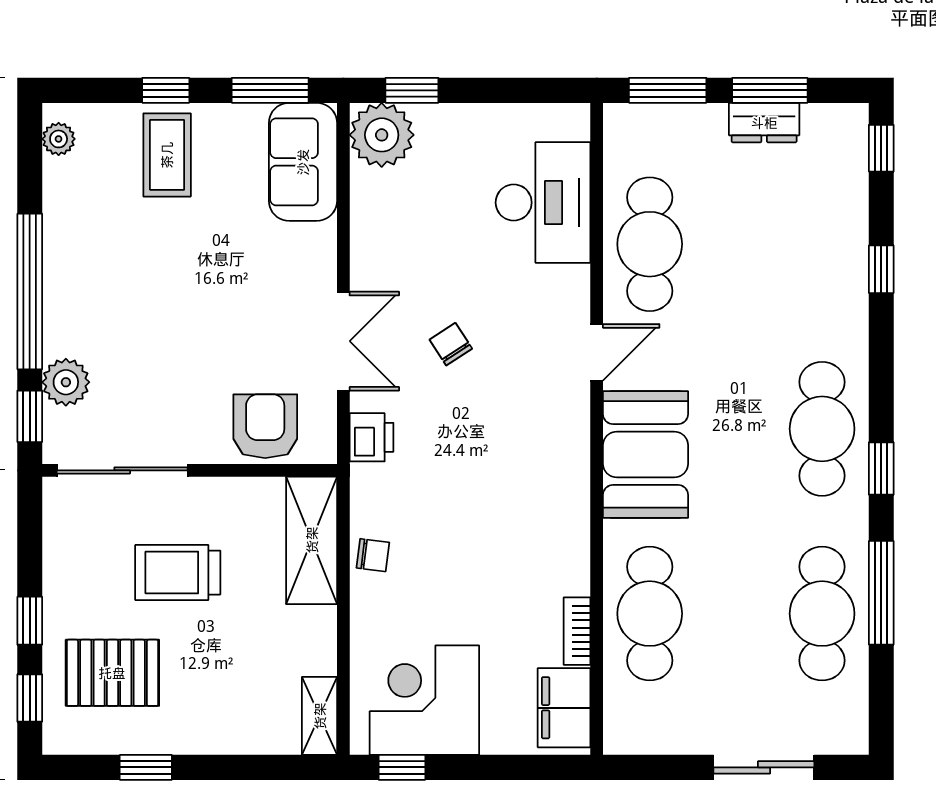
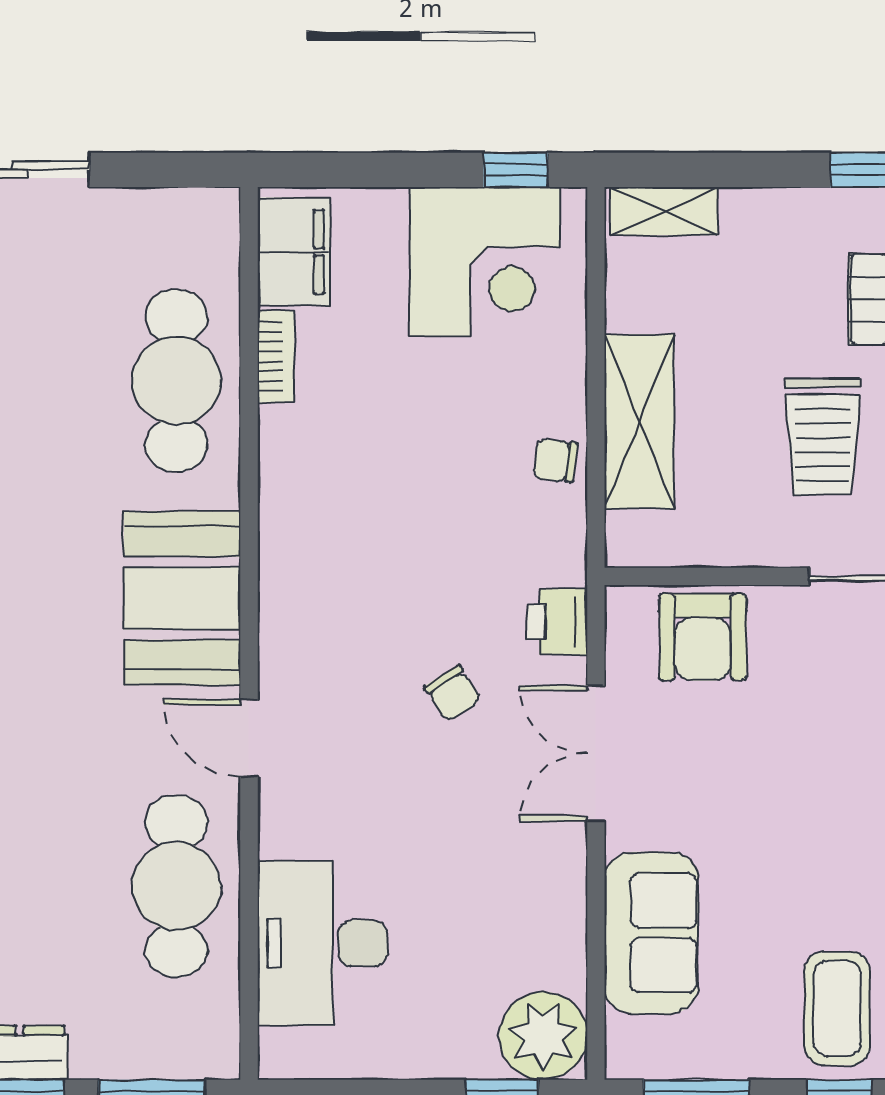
sofa: (303, 162) -> (651, 933), moved
chair: (451, 344) -> (453, 693), moved
door: (597, 352) -> (249, 738), hinge flipped
shelving: (312, 540) -> (639, 421), moved
trolley: (178, 573) -> (823, 437), turned 90
shelving: (320, 716) -> (664, 211), moved, turned 90

